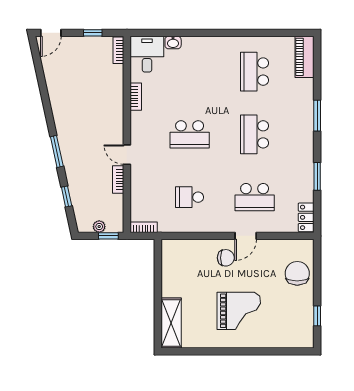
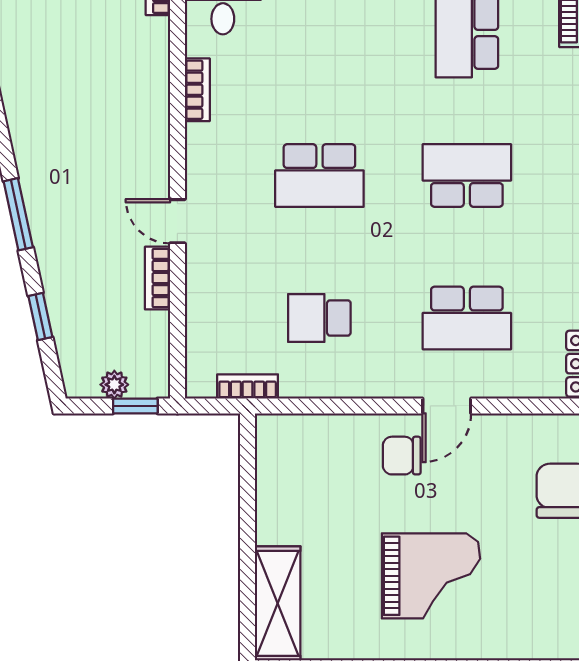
school desk: (255, 134) -> (467, 176), turned 90
bookcase: (144, 227) -> (248, 386), moved
chair: (226, 258) -> (402, 456), turned 180

